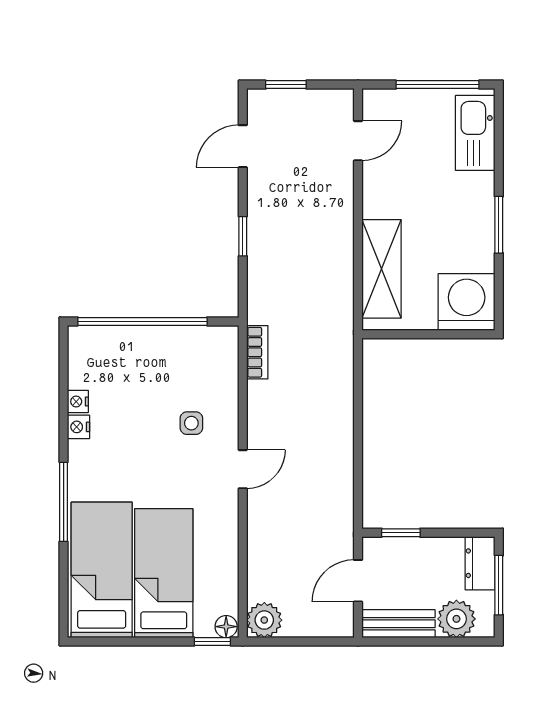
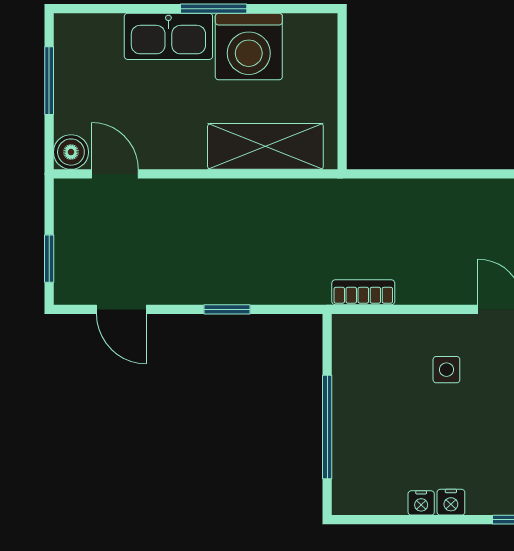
window: (438, 85) -> (49, 81), width x0.69
boiler: (377, 103) -> (71, 152), added
kitchen sink: (475, 133) -> (168, 36), moved
washing machine: (467, 302) -> (249, 47), moved, turned -90
window: (142, 321) -> (327, 427), width x0.68

